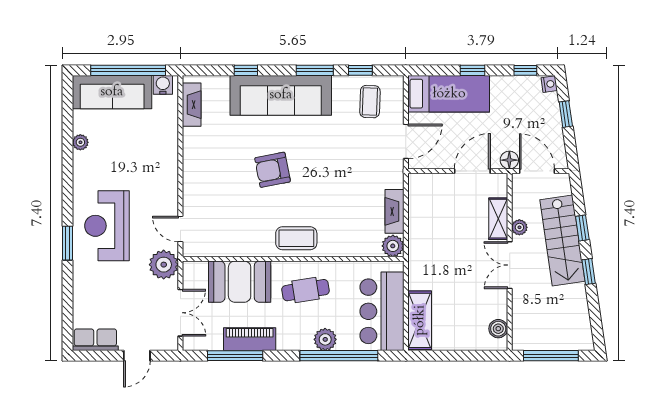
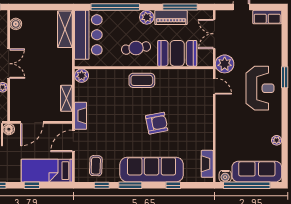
fireplace: (394, 211) -> (81, 116), moved
shelving: (498, 219) -> (66, 98), moved
plant: (325, 339) -> (147, 17), moved

